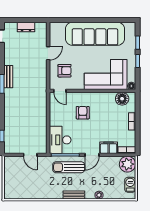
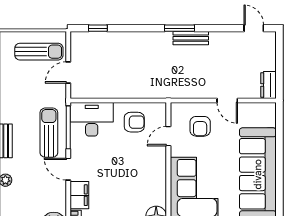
dresser: (26, 27) -> (268, 85), moved
door: (60, 91) -> (168, 136), moved
armchair: (83, 113) -> (134, 122), moved
sun lounger: (17, 174) -> (39, 52), added

